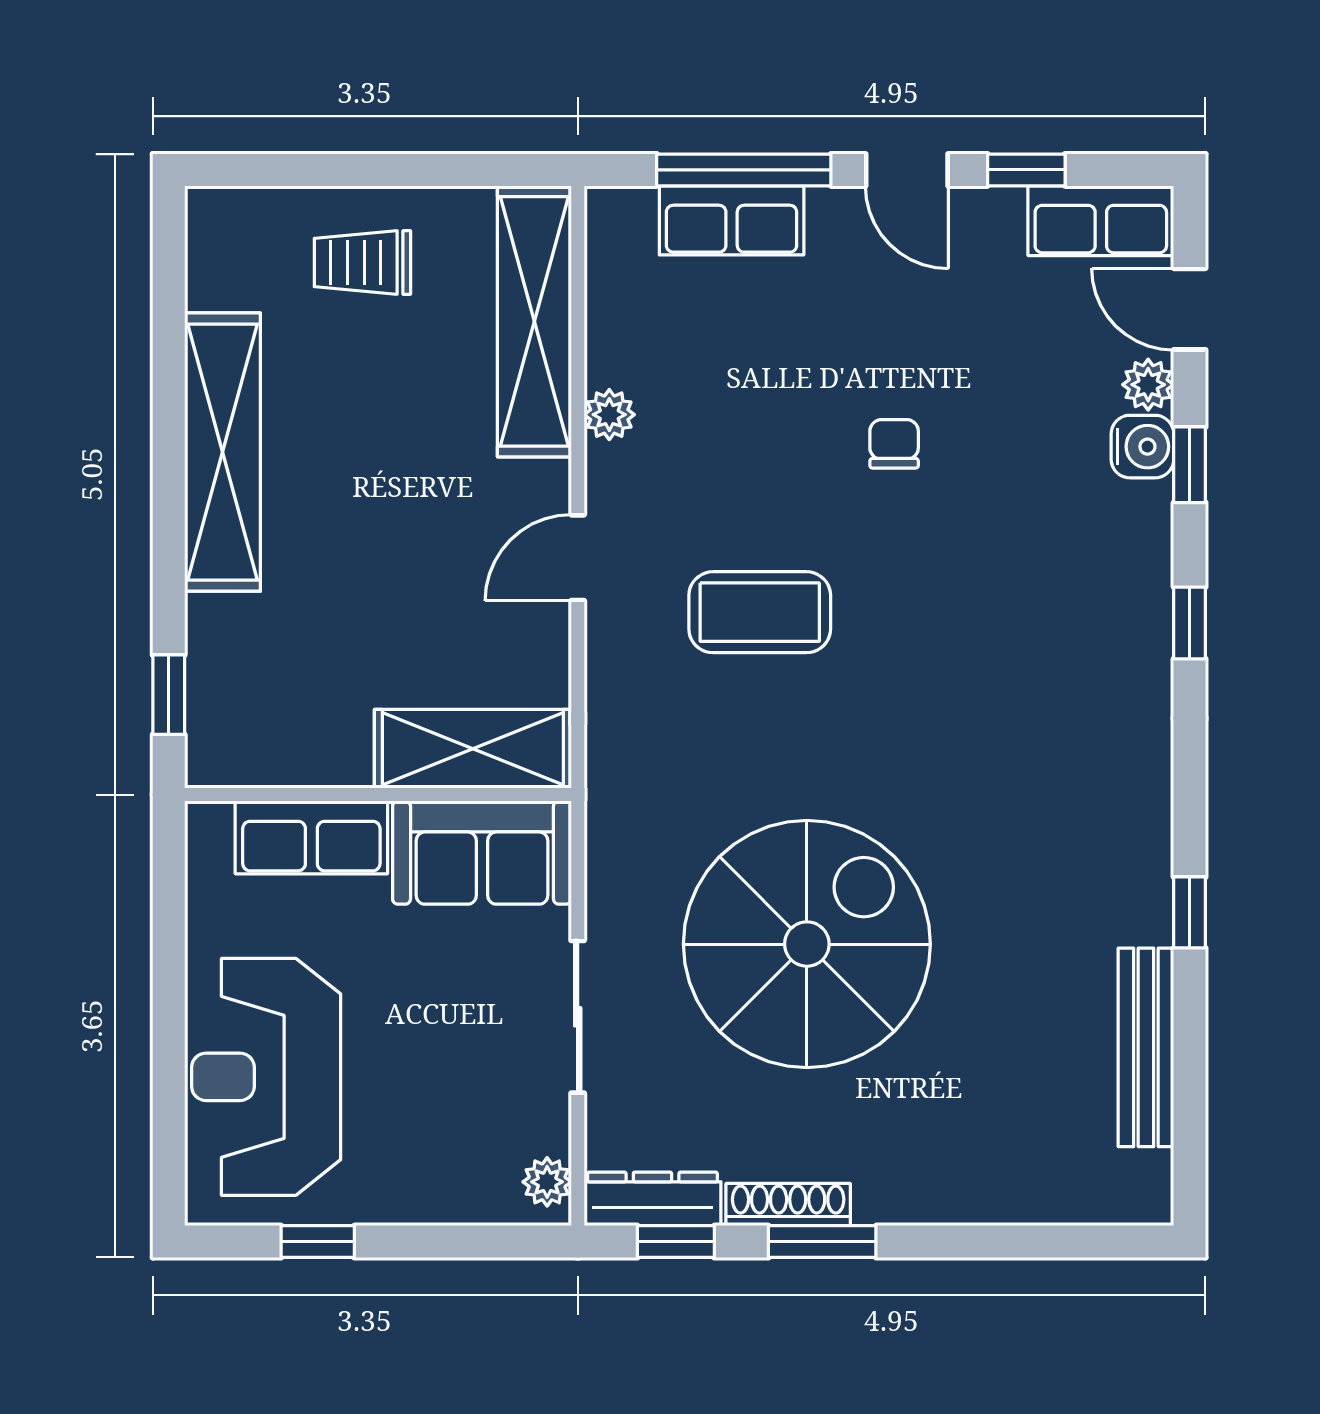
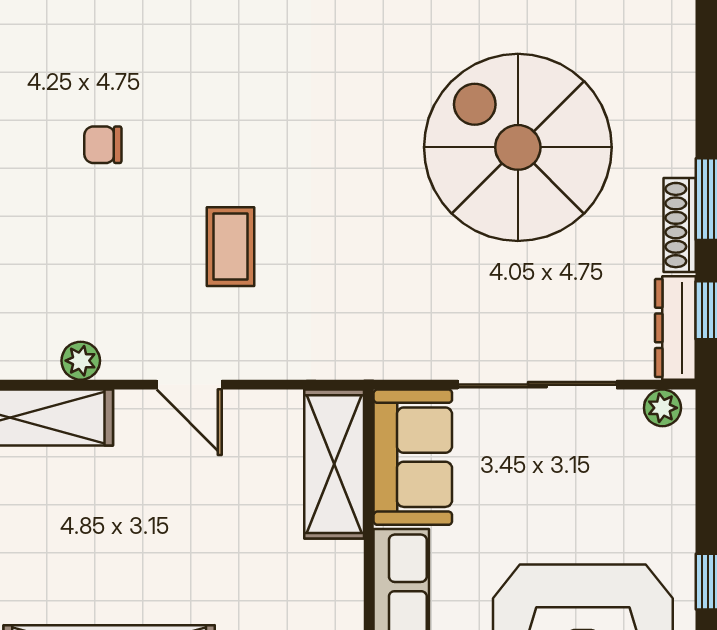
coffee table: (760, 612) -> (230, 247), width x0.73, depth x0.77
spiral stairs: (807, 944) -> (518, 147), moved
sliding door: (578, 1017) -> (537, 385), width x1.37

